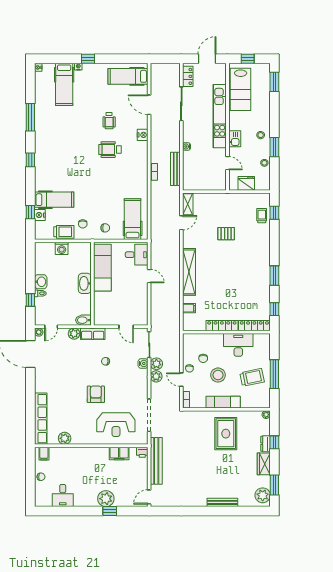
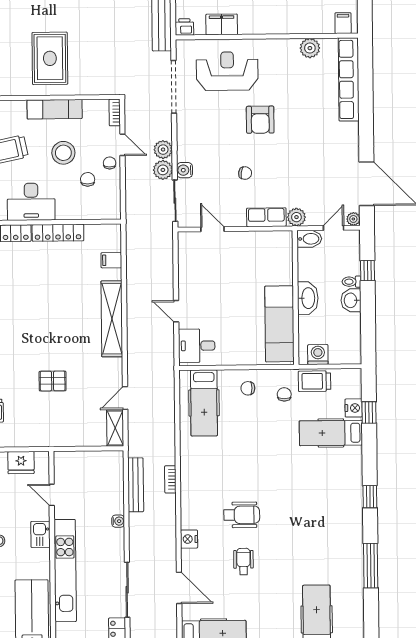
exam couch: (102, 268) -> (279, 324), moved
washbasin: (85, 283) -> (308, 298), moved
wall: (92, 284) -> (295, 298), moved
bidet: (83, 320) -> (309, 239), moved

